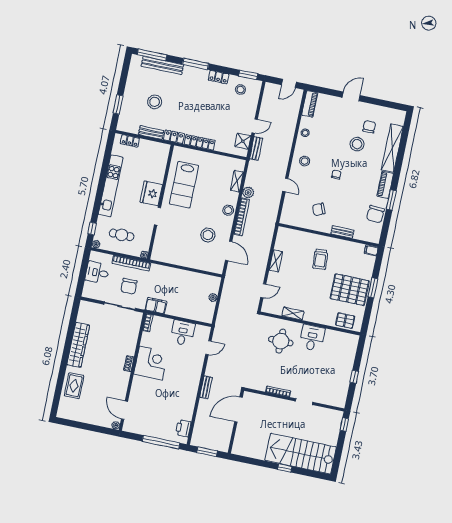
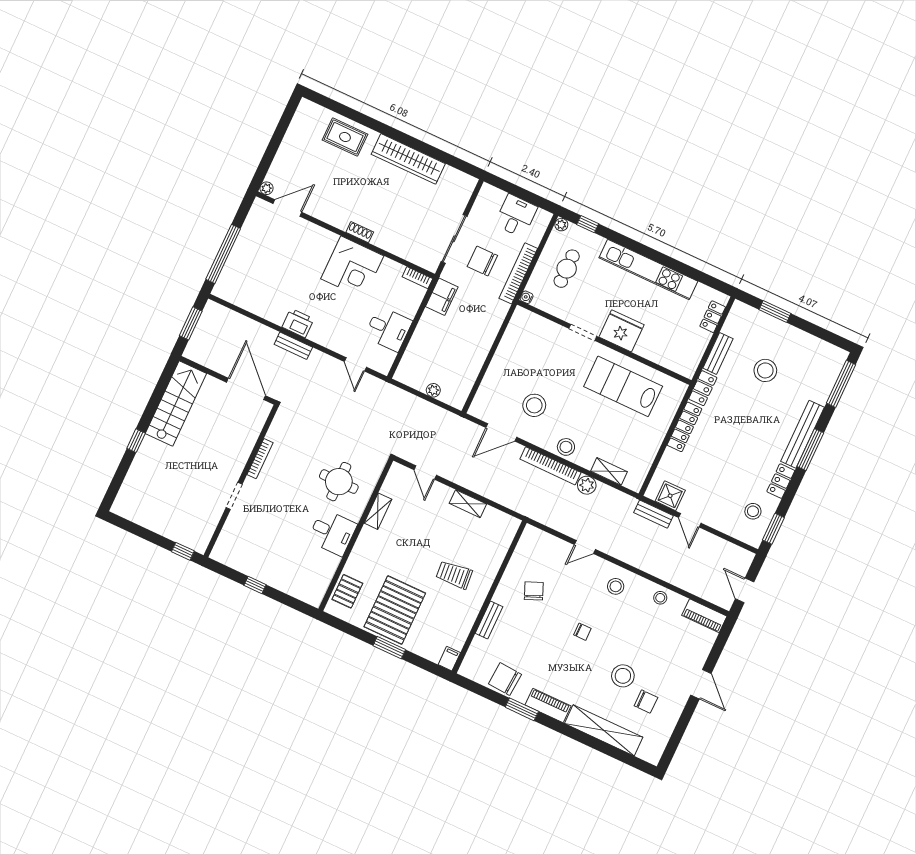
bench: (162, 65) -> (803, 434), moved
printer: (183, 428) -> (298, 323), moved
stairs: (301, 454) -> (176, 403), moved, width x0.73, depth x0.66

